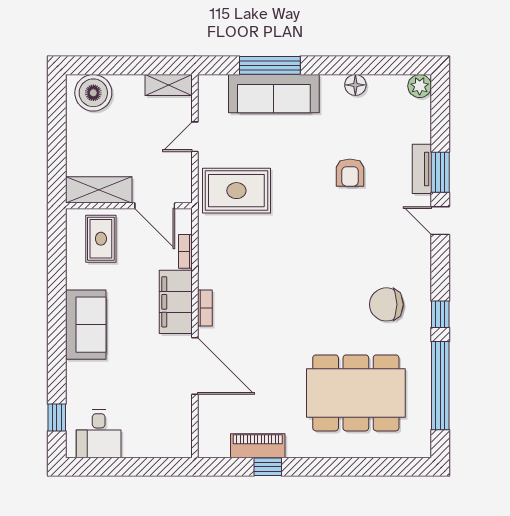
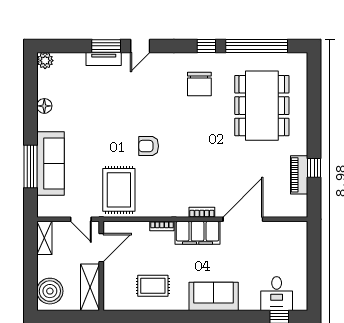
armchair: (350, 173) -> (149, 146), moved, turned 180
shelving: (99, 190) -> (90, 287), moved
wall: (129, 206) -> (101, 266), moved
door: (155, 206) -> (101, 248), moved
desk: (99, 434) -> (277, 294), moved, turned 90

